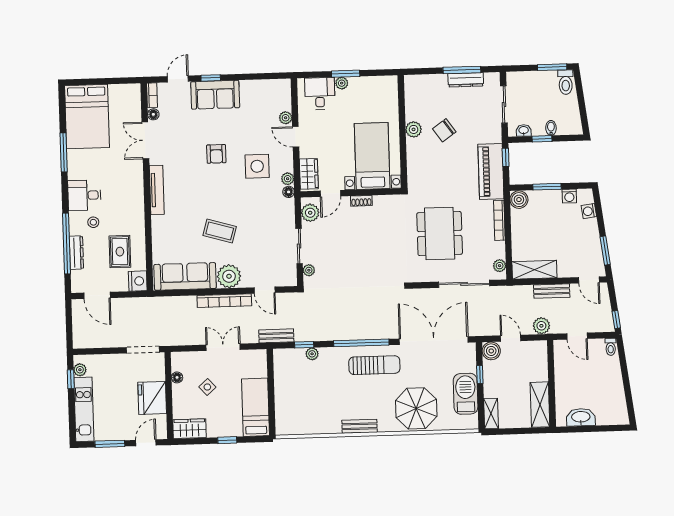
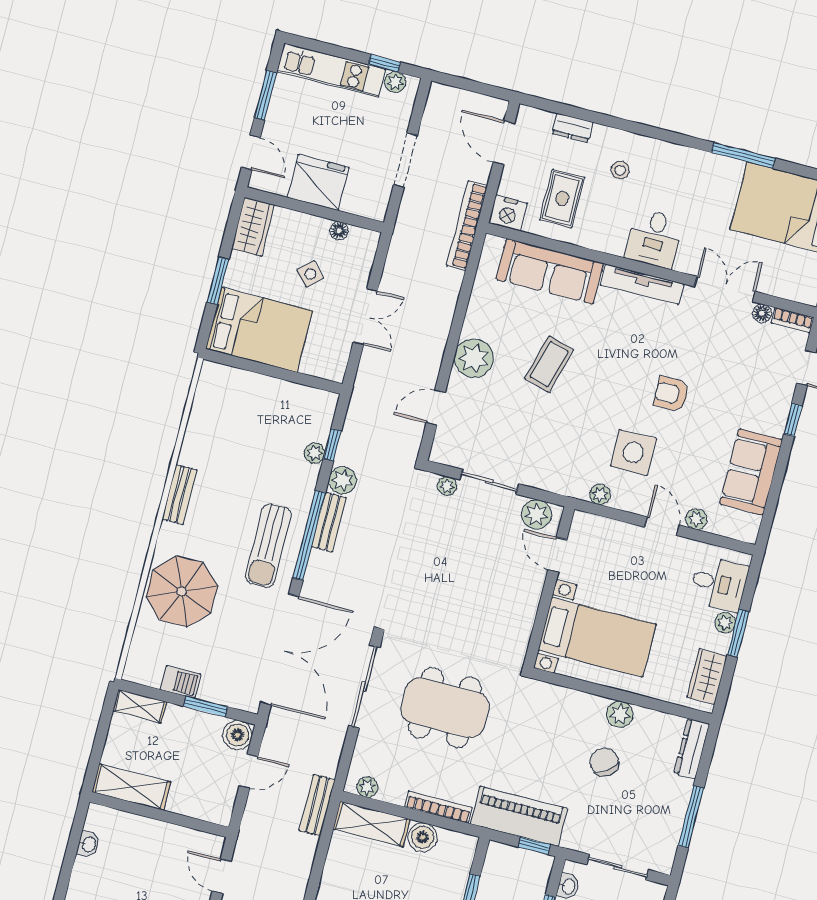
dresser: (466, 80) -> (692, 749), moved
sofa: (215, 95) -> (751, 472), moved
door: (296, 137) -> (662, 526), hinge flipped
wardrobe: (309, 174) -> (707, 677), moved, turned 90
floor lamp: (289, 192) -> (579, 490), removed
desk: (84, 195) -> (654, 238), moved, turned 180
boiler: (519, 200) -> (423, 837), moved
shoe rack: (361, 201) -> (532, 600), removed
window: (66, 244) -> (599, 118), removed
rug: (120, 252) -> (562, 198), turned 90
dresser: (76, 253) -> (572, 128), width x0.70
shelving: (534, 270) -> (372, 824), moved, turned 90
sofa: (185, 276) -> (550, 271), moved, turned 90
sliding door: (464, 284) -> (364, 686), moved
bench: (552, 291) -> (317, 805), moved
door: (97, 295) -> (504, 143), hinge flipped
bookcase: (224, 301) -> (467, 226), moved
plant: (541, 326) -> (343, 480), moved
bench: (276, 336) -> (329, 522), moved
door: (577, 336) -> (222, 876), hinge flipped
doorway: (143, 350) -> (405, 160), moved
window: (480, 375) -> (206, 706), width x1.50
barbecue: (466, 394) -> (180, 682), width x0.53, depth x0.65
bed: (255, 407) -> (259, 330), width x1.50
washbasin: (581, 417) -> (89, 844), width x0.52, depth x0.69
window: (227, 440) -> (218, 281), width x1.50

